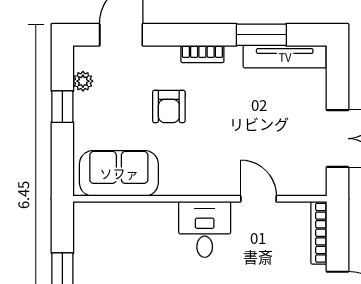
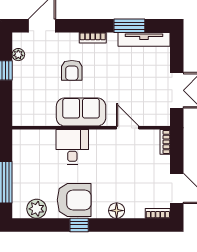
sofa: (119, 173) -> (81, 112), moved
desk: (205, 229) -> (72, 147), moved
bookcase: (319, 233) -> (165, 142), width x0.64

